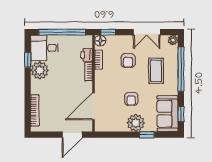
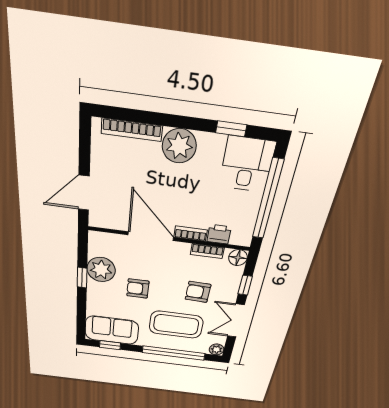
window: (108, 32) -> (245, 285), moved
plant: (40, 70) -> (179, 146), moved
coffee table: (156, 71) -> (176, 325), width x1.36, depth x1.32
door: (93, 106) -> (151, 236), moved
plant: (136, 123) -> (101, 270), moved
door: (72, 135) -> (84, 193), hinge flipped
window: (147, 135) -> (82, 278), moved

